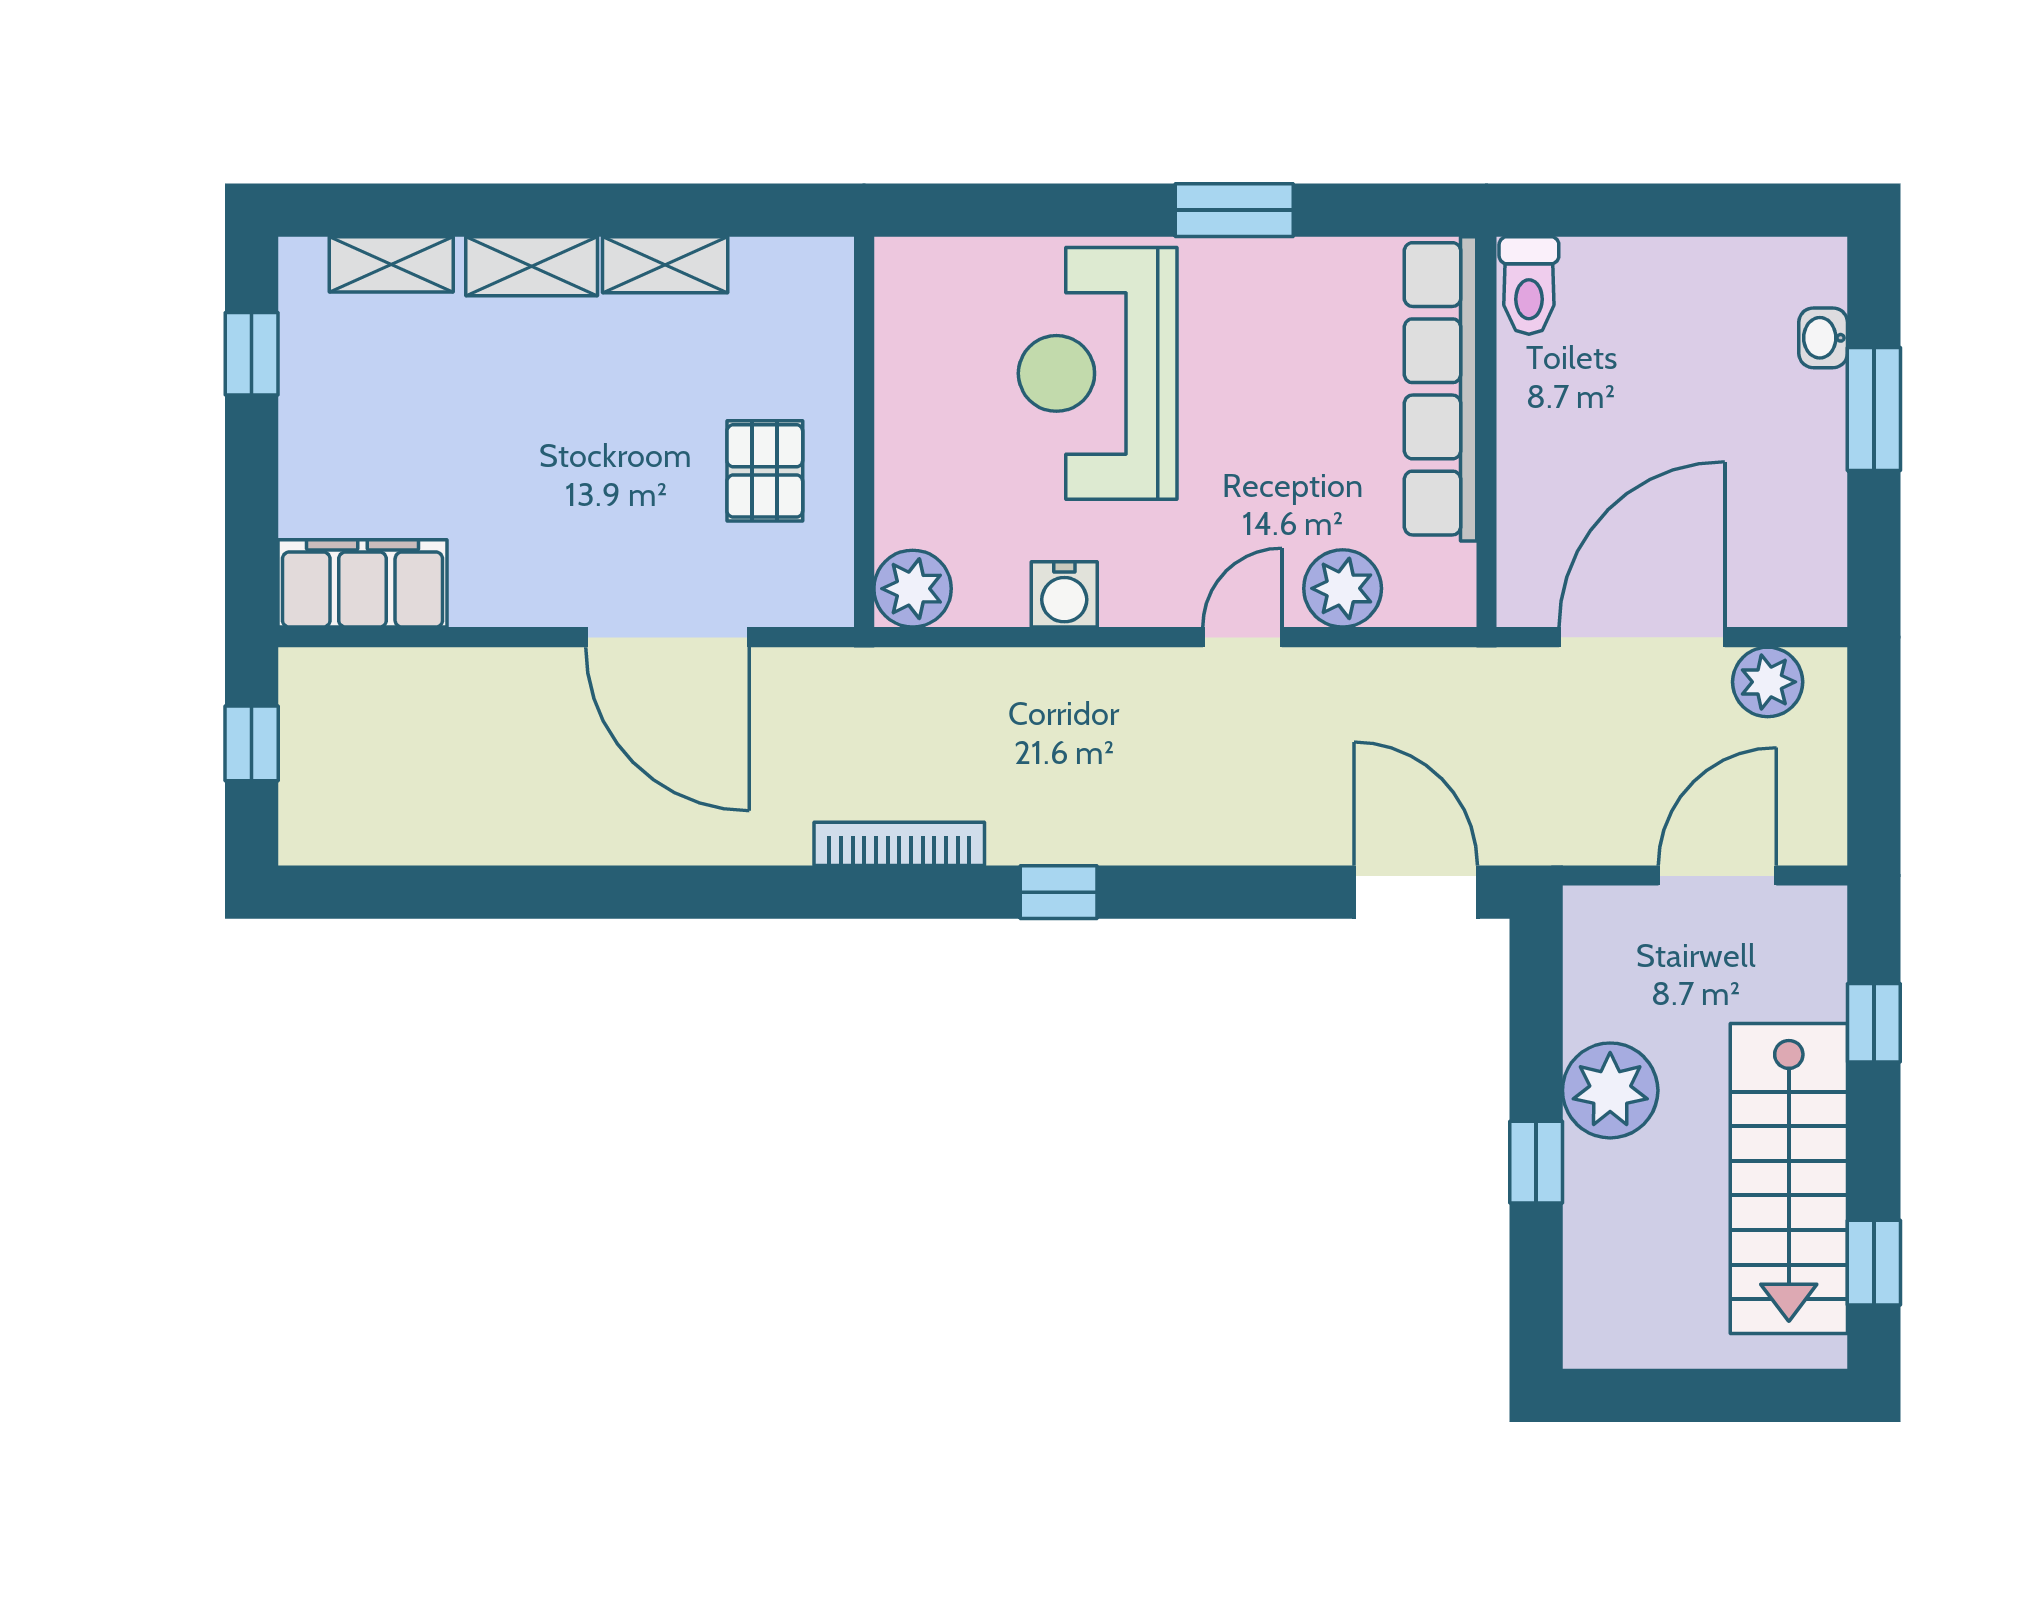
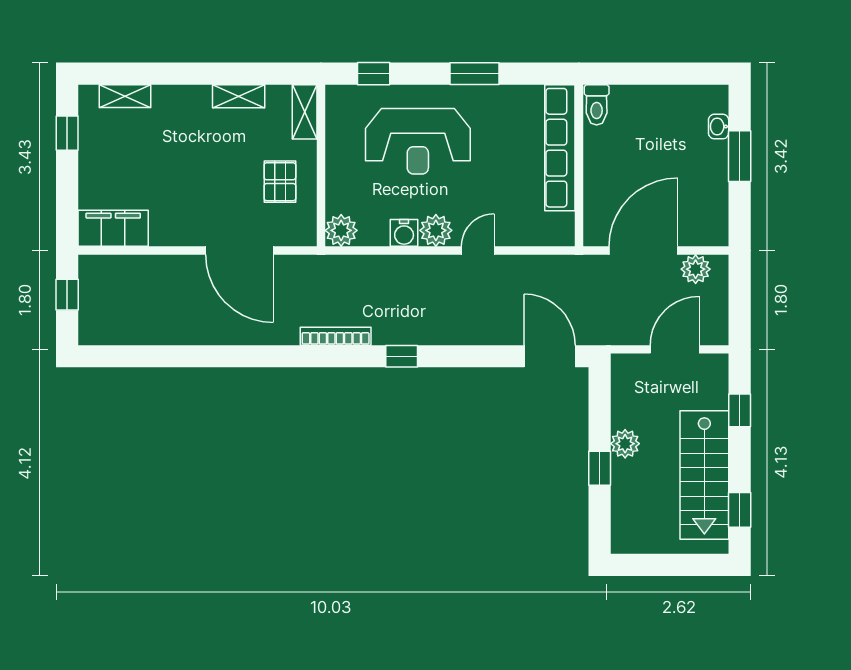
window: (991, 210) -> (374, 74), added
shelving: (532, 266) -> (305, 112), moved, turned 90
reception desk: (1098, 373) -> (418, 141), turned -90
plant: (1343, 588) -> (436, 230), moved
plant: (1610, 1090) -> (625, 444), width x0.73, depth x0.73

